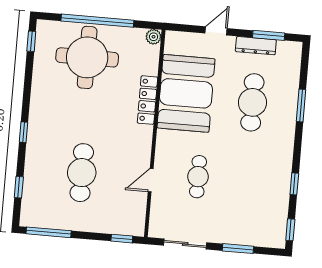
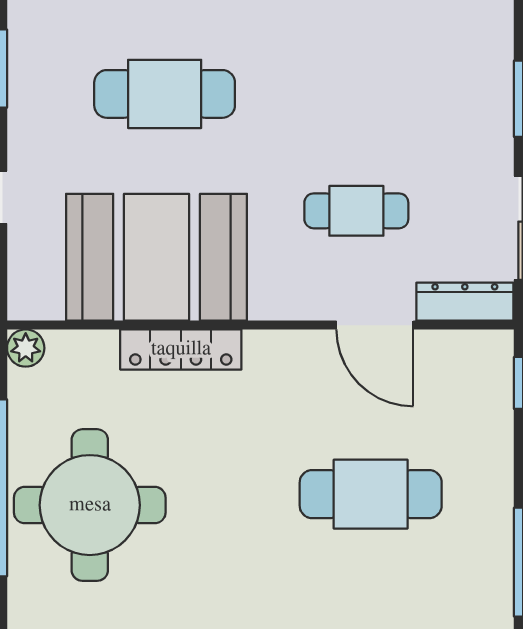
dresser: (256, 46) -> (465, 302), moved, turned -90
door: (151, 180) -> (375, 325), width x1.38

